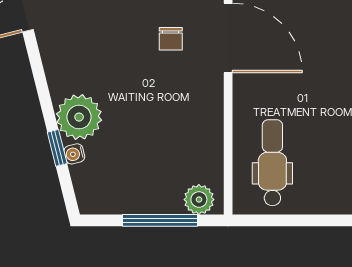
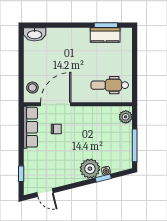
window: (160, 220) -> (135, 145), moved

